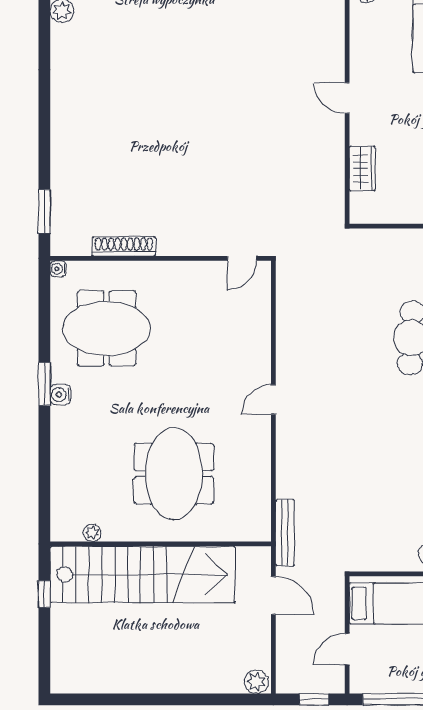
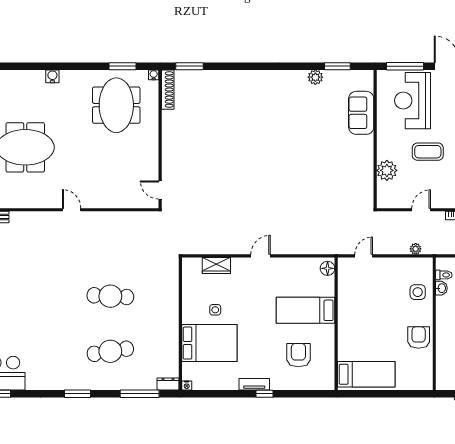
shoe rack: (124, 246) -> (168, 90), moved
window: (44, 384) -> (122, 66), moved
water cooler: (60, 395) -> (52, 76), moved

